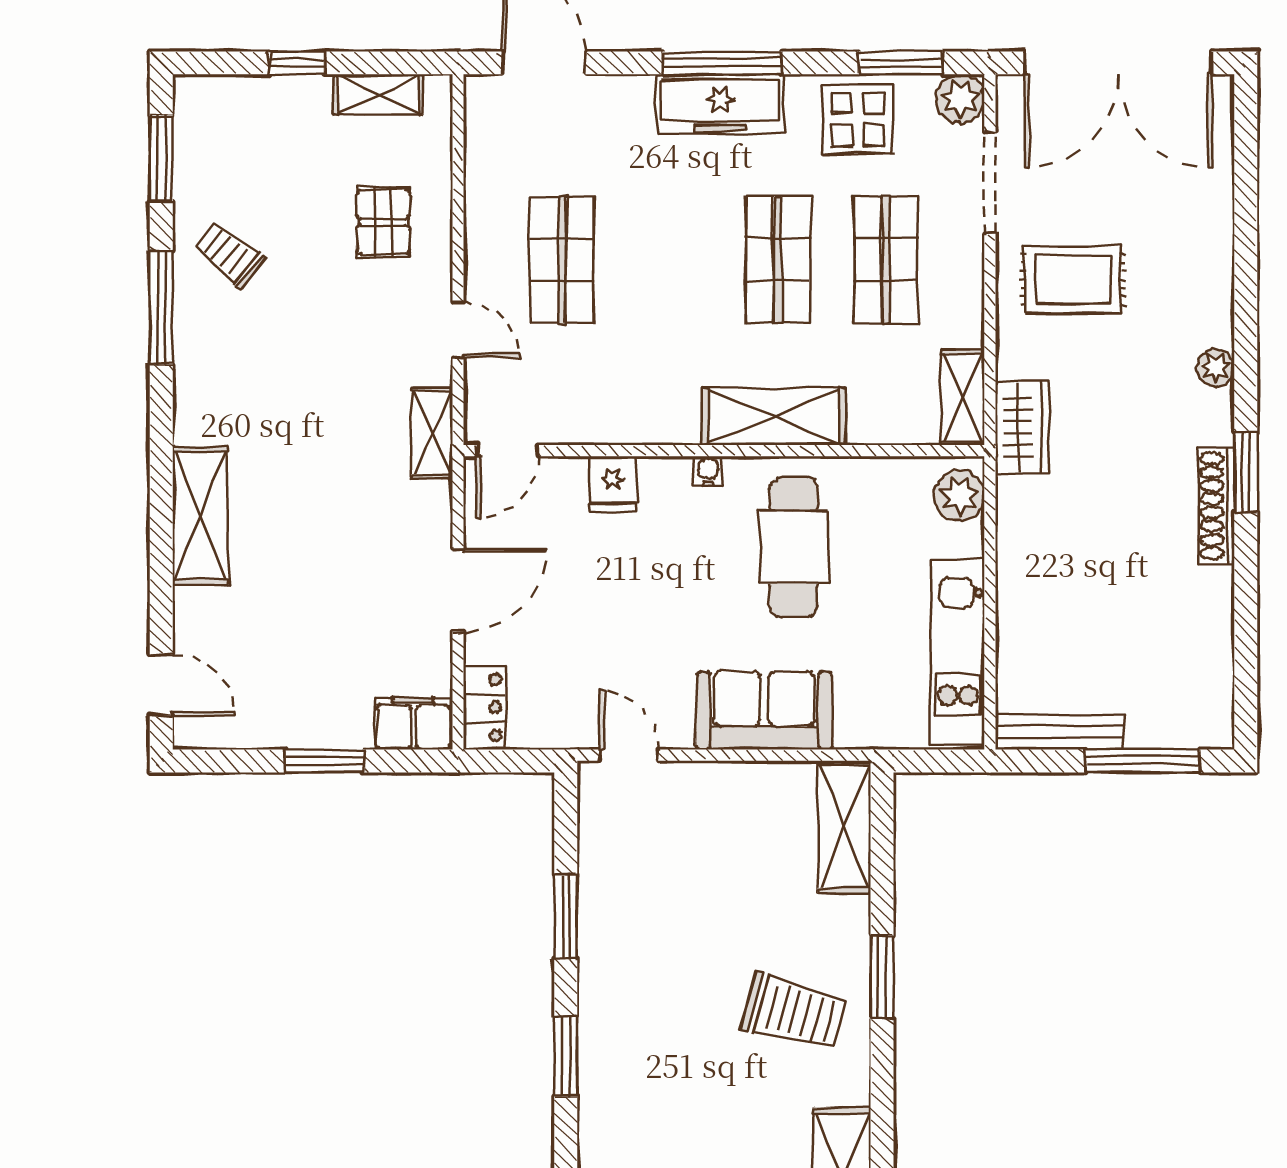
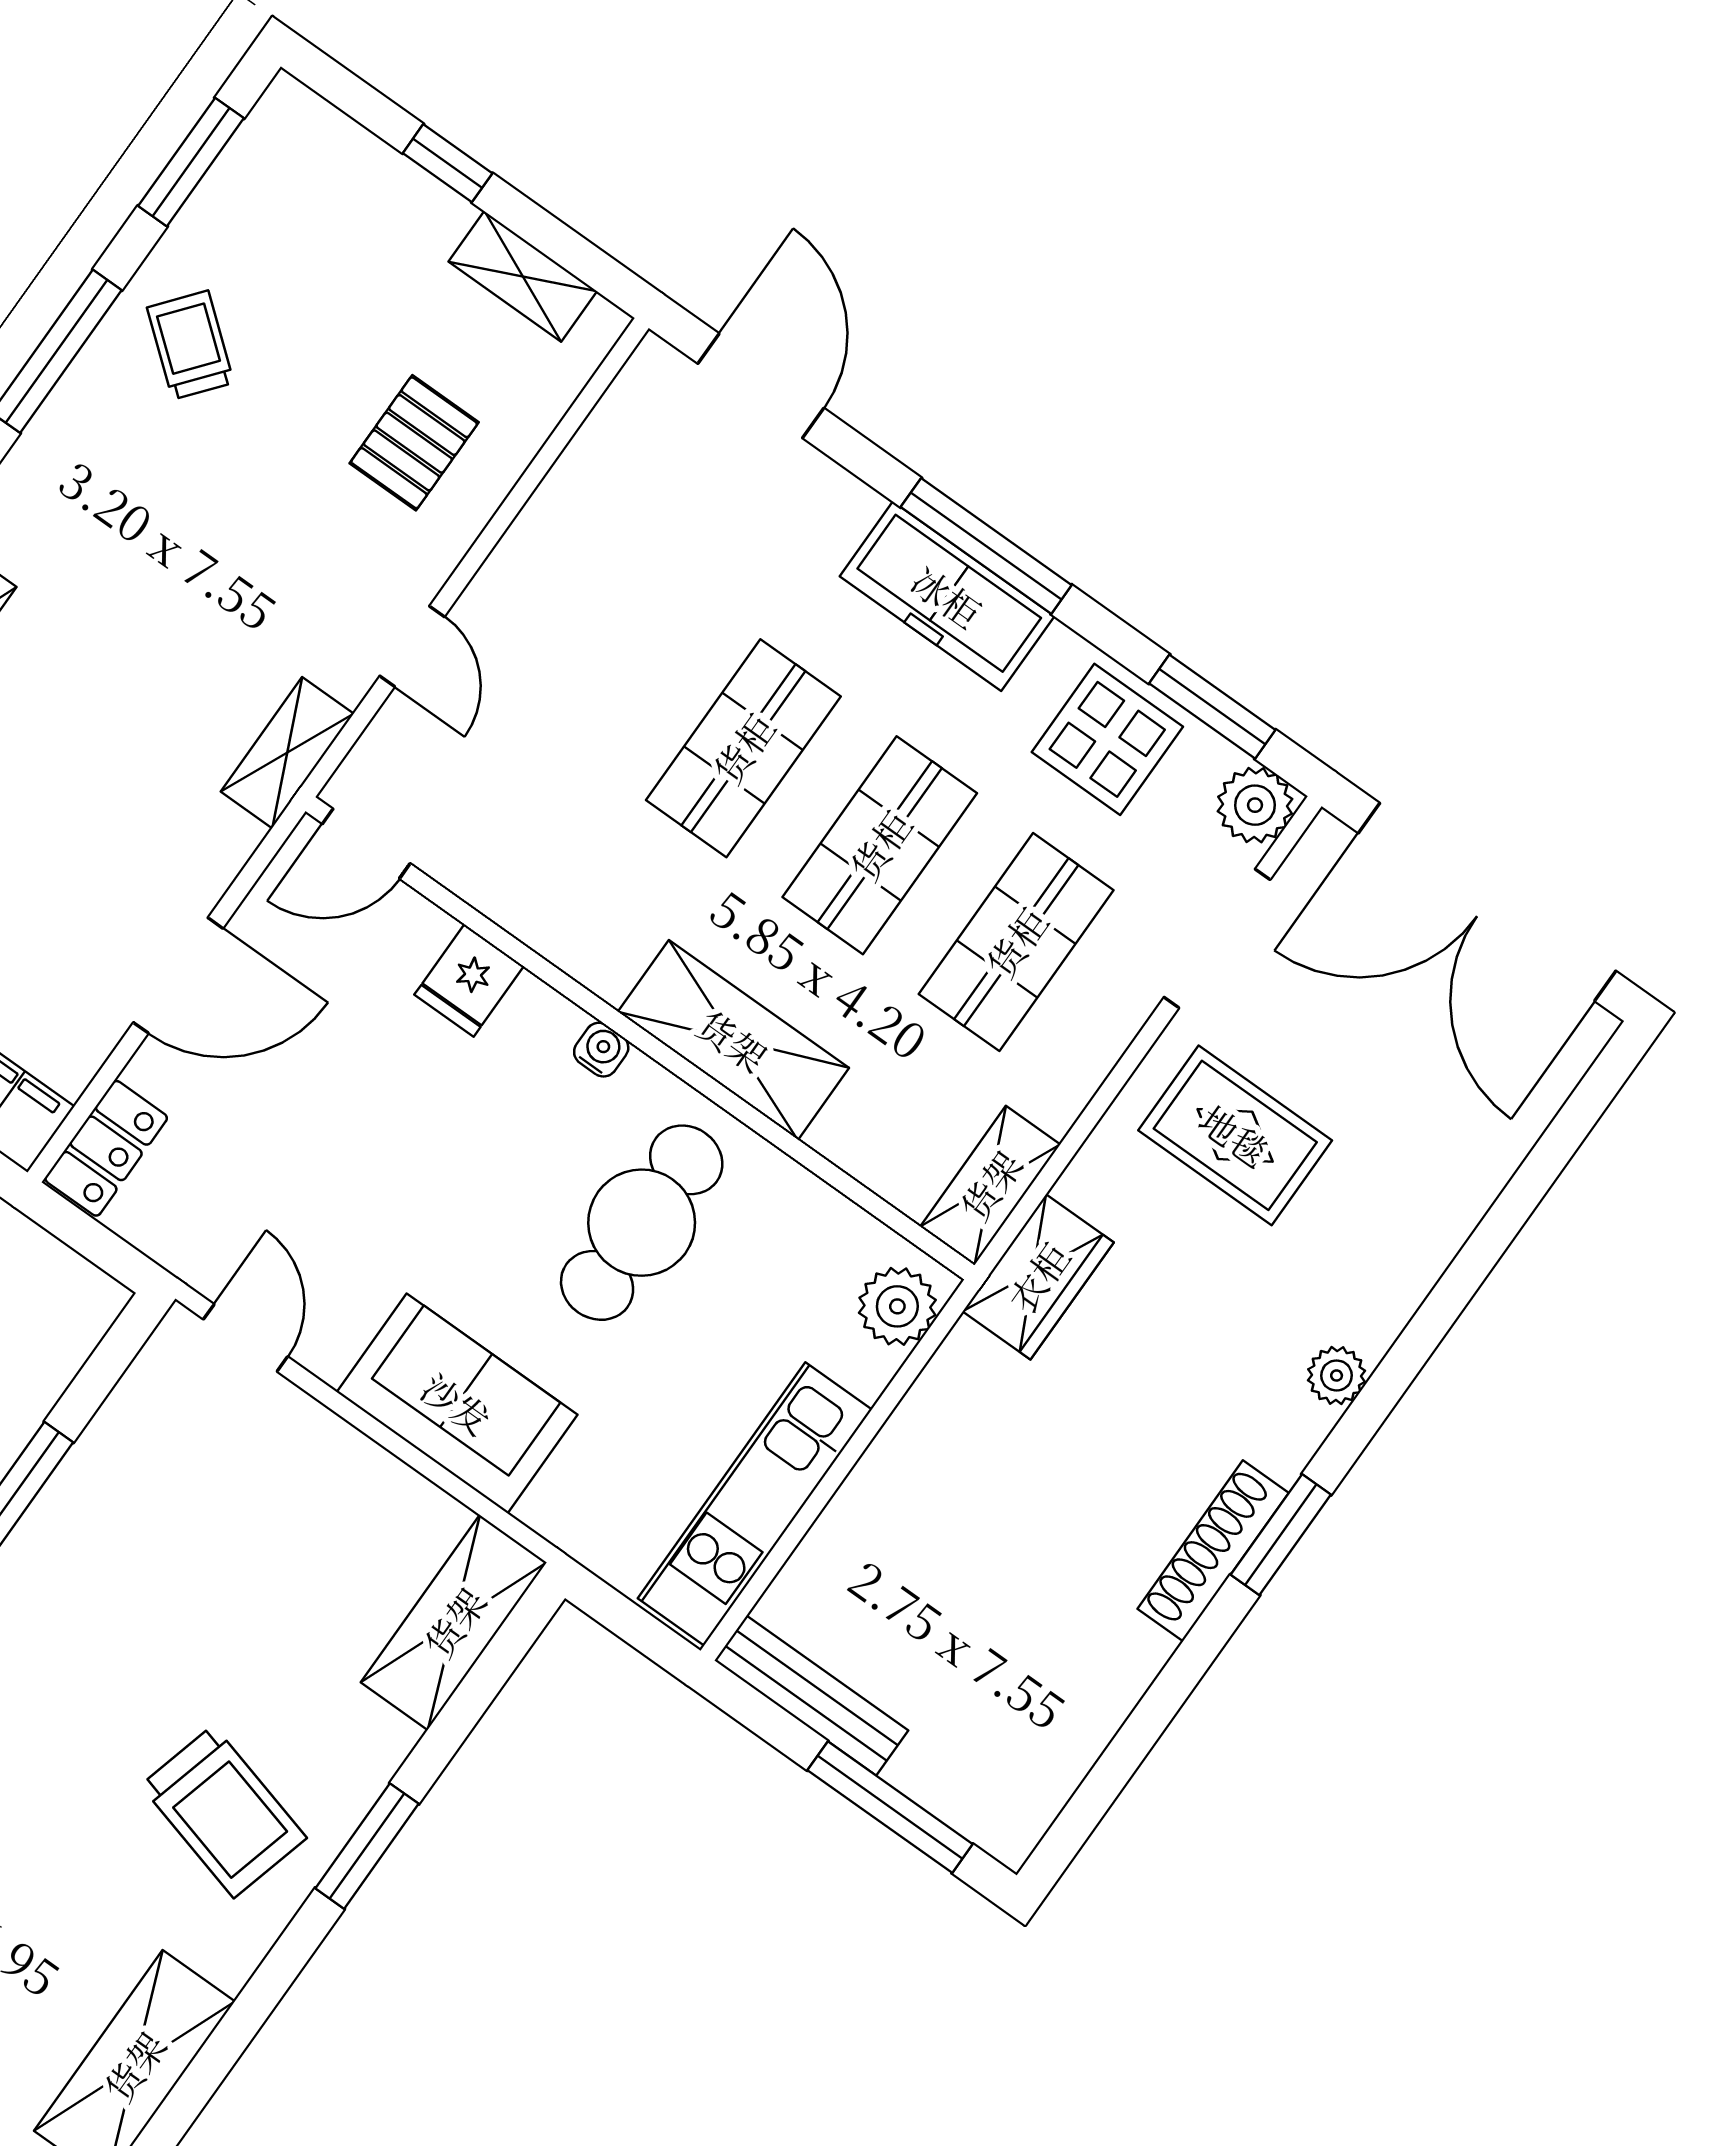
shop shelf: (562, 260) -> (743, 748), moved

